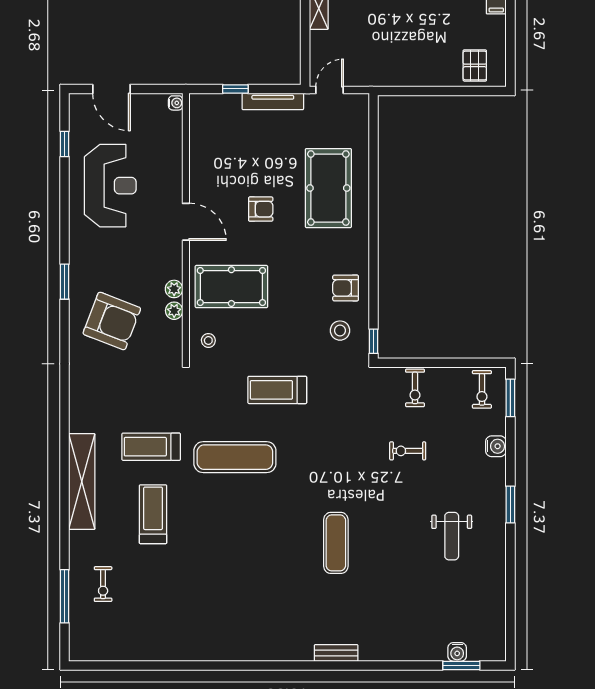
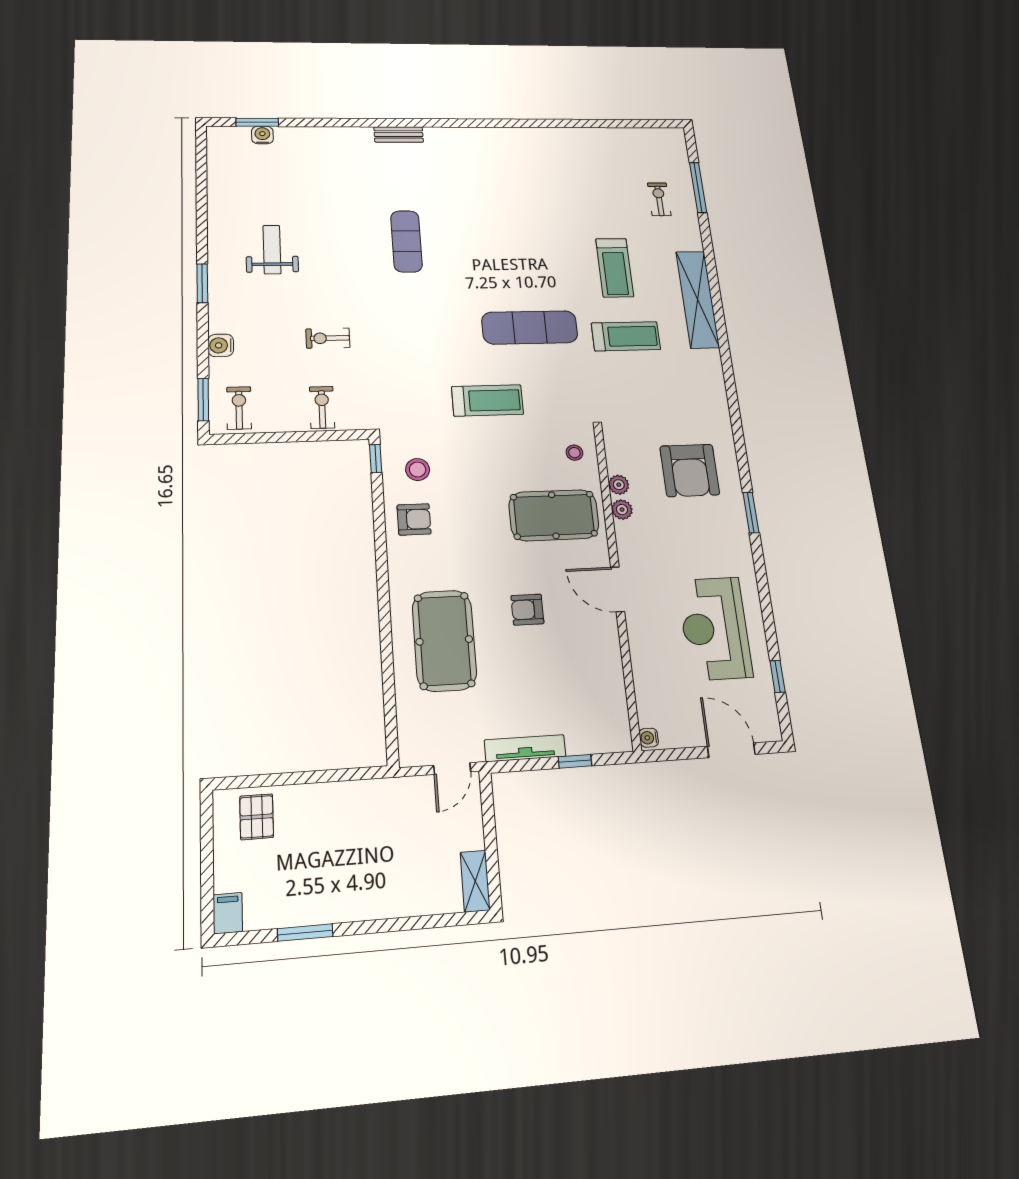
armchair: (112, 321) -> (690, 470), turned -111
exercise bike: (408, 451) -> (328, 338), turned 180

